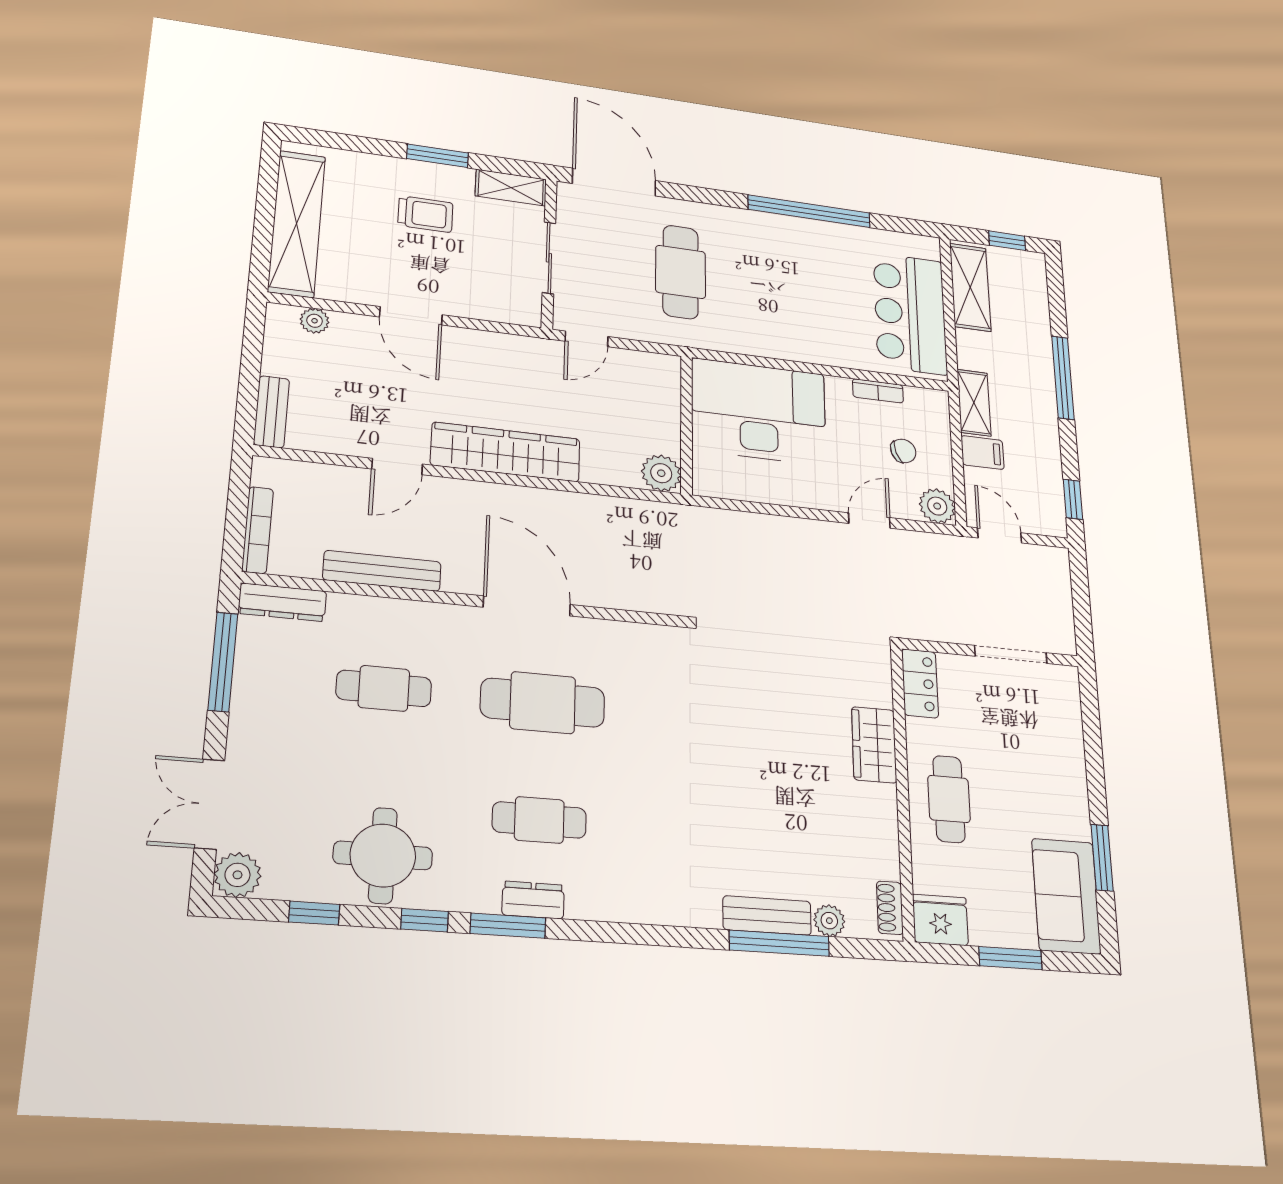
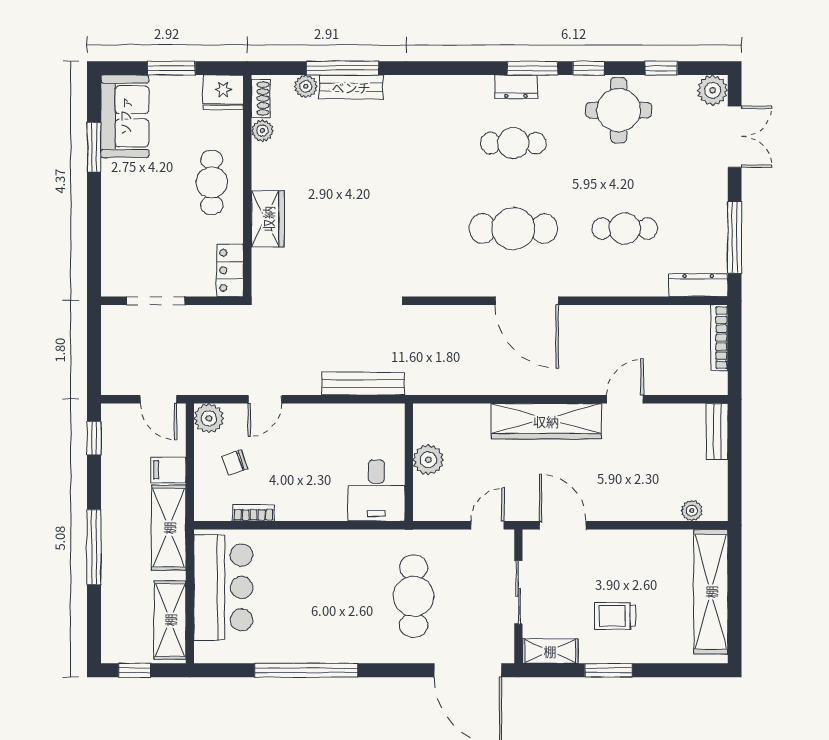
door: (411, 316) -> (563, 525), moved
shelving: (974, 403) -> (169, 528), width x1.50, depth x1.33
desk: (759, 412) -> (376, 490), width x0.53, depth x0.77
plant: (661, 473) -> (428, 460), moved
bench: (382, 571) -> (363, 384), moved
plant: (886, 864) -> (262, 131), added

